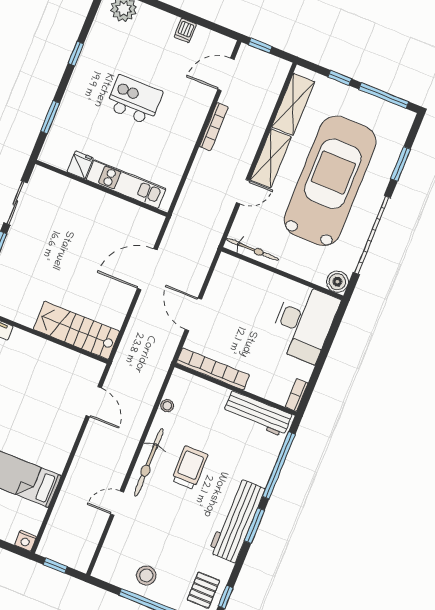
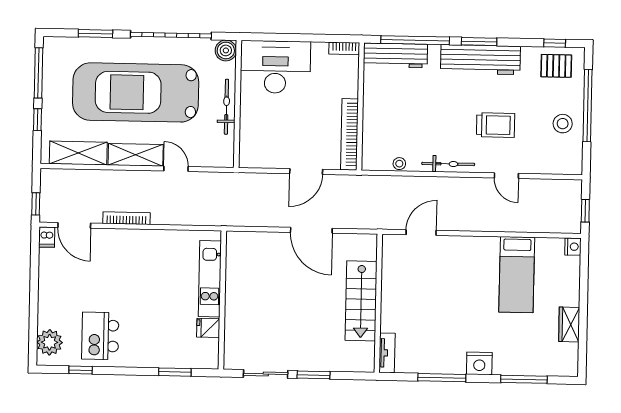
dishwasher: (185, 31) -> (47, 237), moved, turned 90
window: (76, 54) -> (81, 370), moved
kitchen island: (134, 100) -> (100, 336), moved
bicycle: (252, 249) -> (226, 107), moved
door: (147, 269) -> (311, 230), moved
stairs: (76, 330) -> (361, 301), moved
workbench: (258, 414) -> (395, 55), moved, turned 90
bicycle: (149, 462) -> (448, 164), width x0.73, depth x0.71
trolley: (190, 468) -> (496, 125), moved, turned 180

